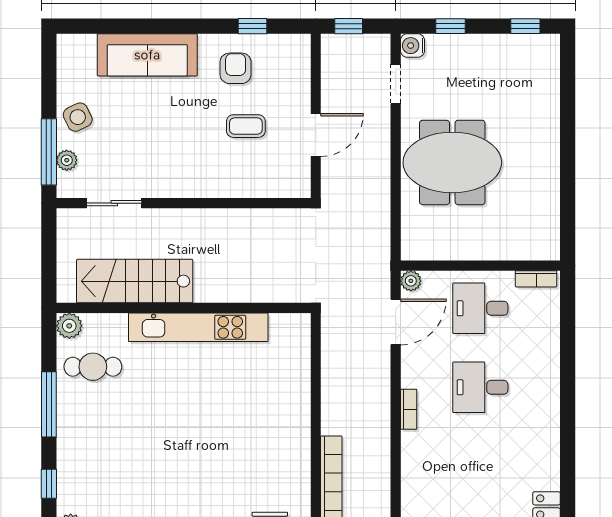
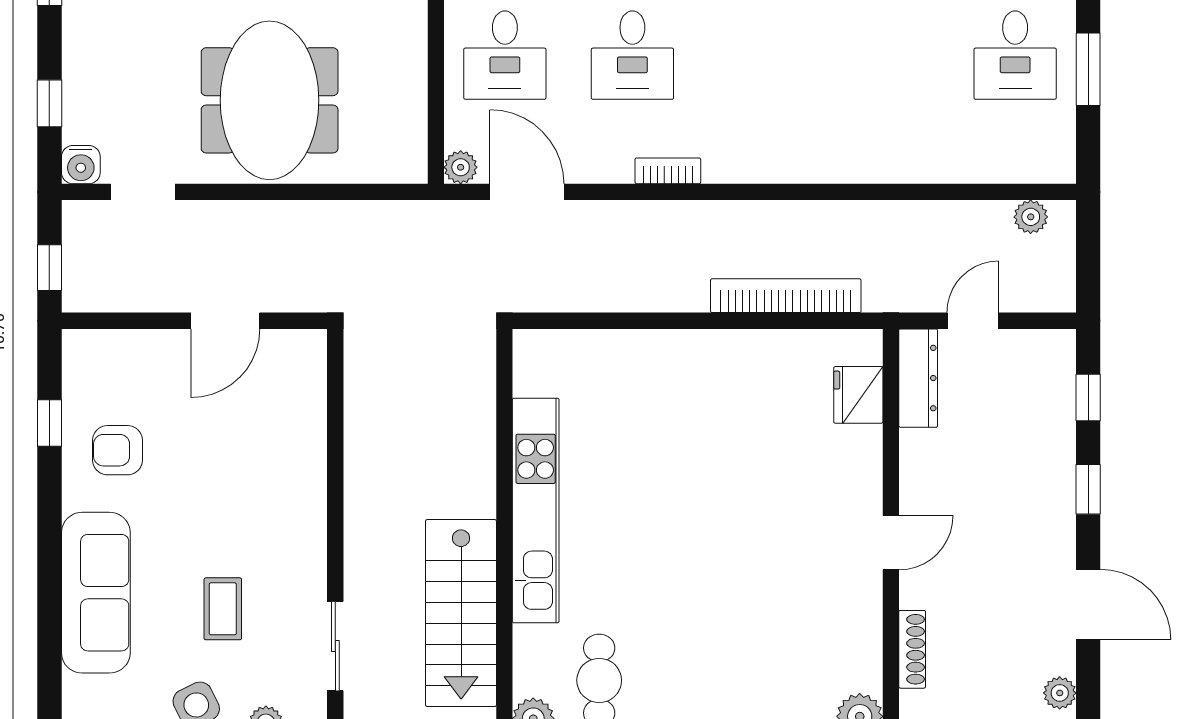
coffee table: (246, 126) -> (223, 609), moved
door: (316, 135) -> (225, 321), swing flipped

